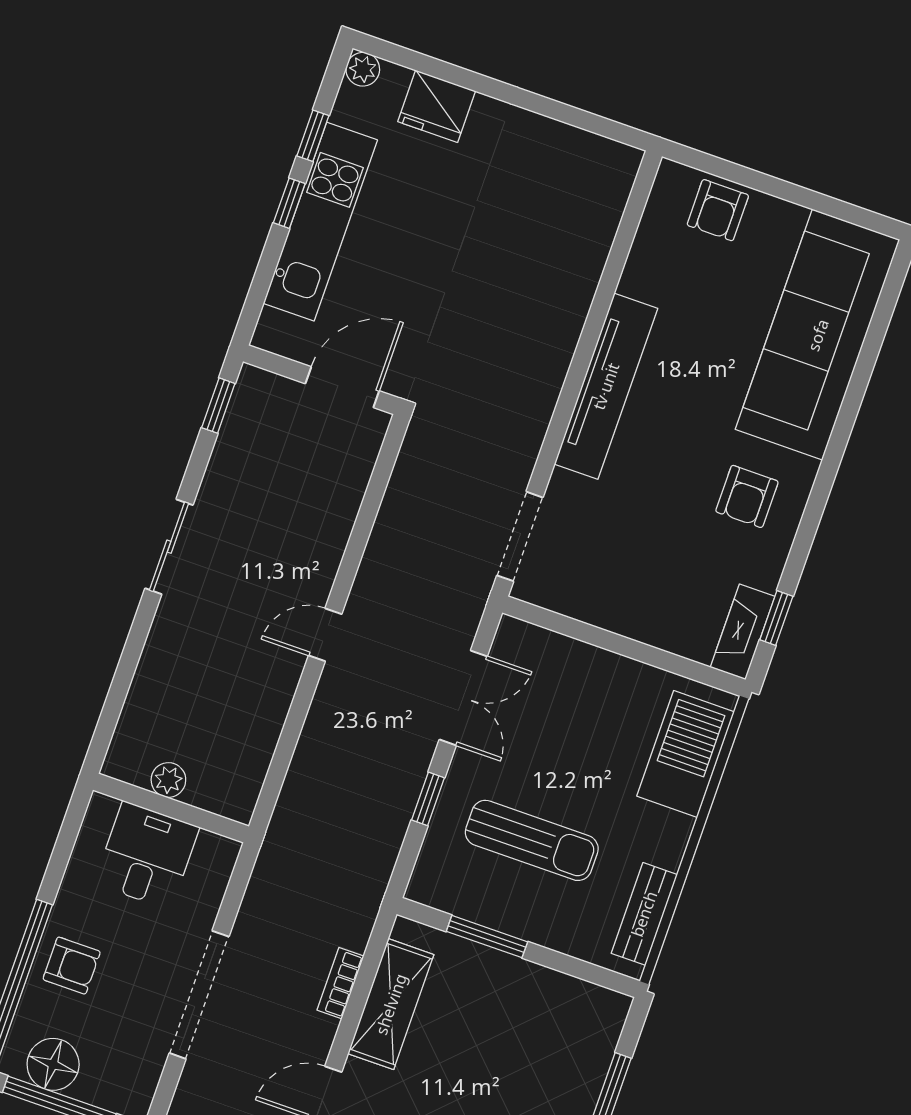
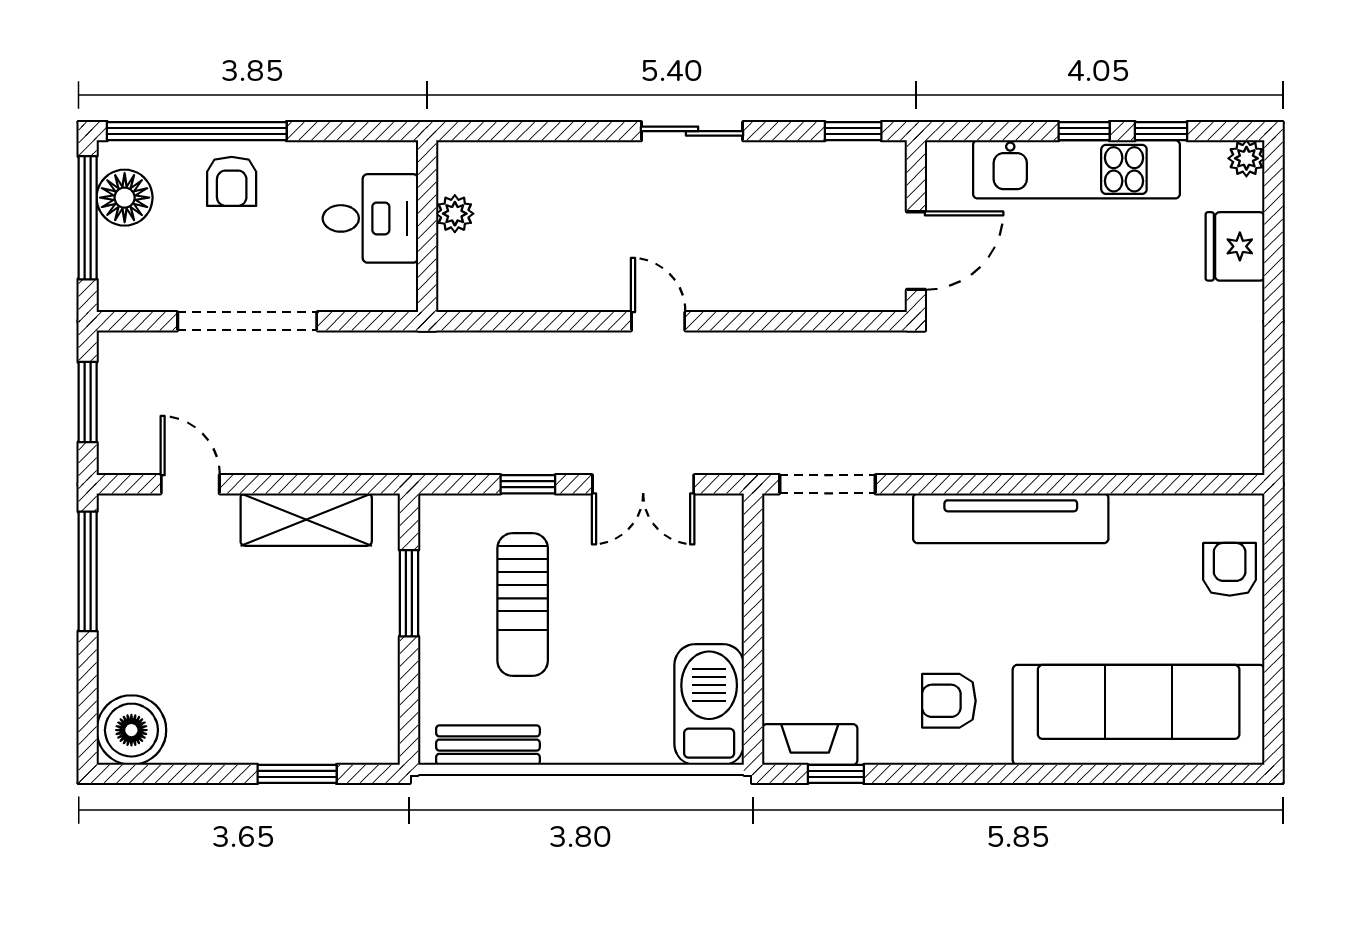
armchair: (718, 210) -> (1230, 569), turned 90
door: (342, 387) -> (916, 251), hinge flipped
barbecue: (686, 754) -> (709, 705), moved, turned -90
bookcase: (340, 983) -> (309, 461), removed

